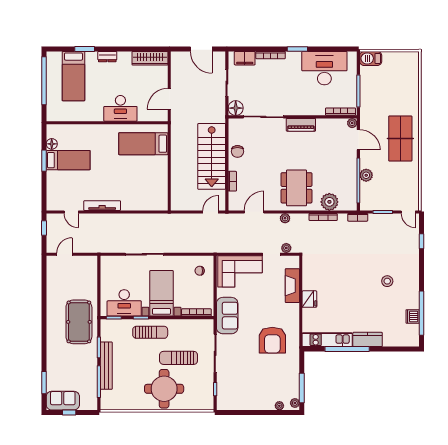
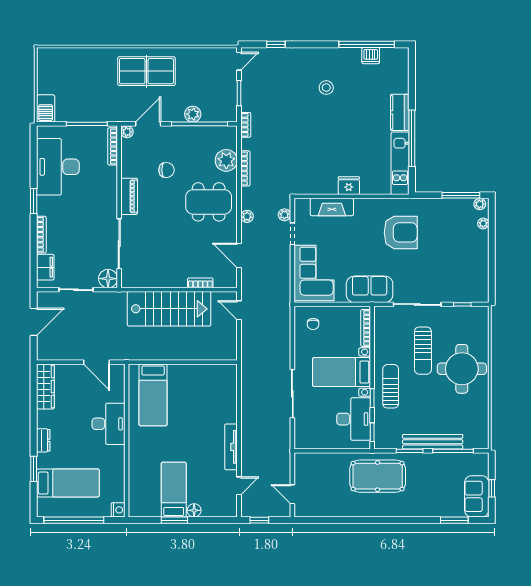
nightstand: (52, 116) -> (118, 510), added
floor lamp: (52, 144) -> (194, 510), moved
chair: (237, 151) -> (166, 170), moved

